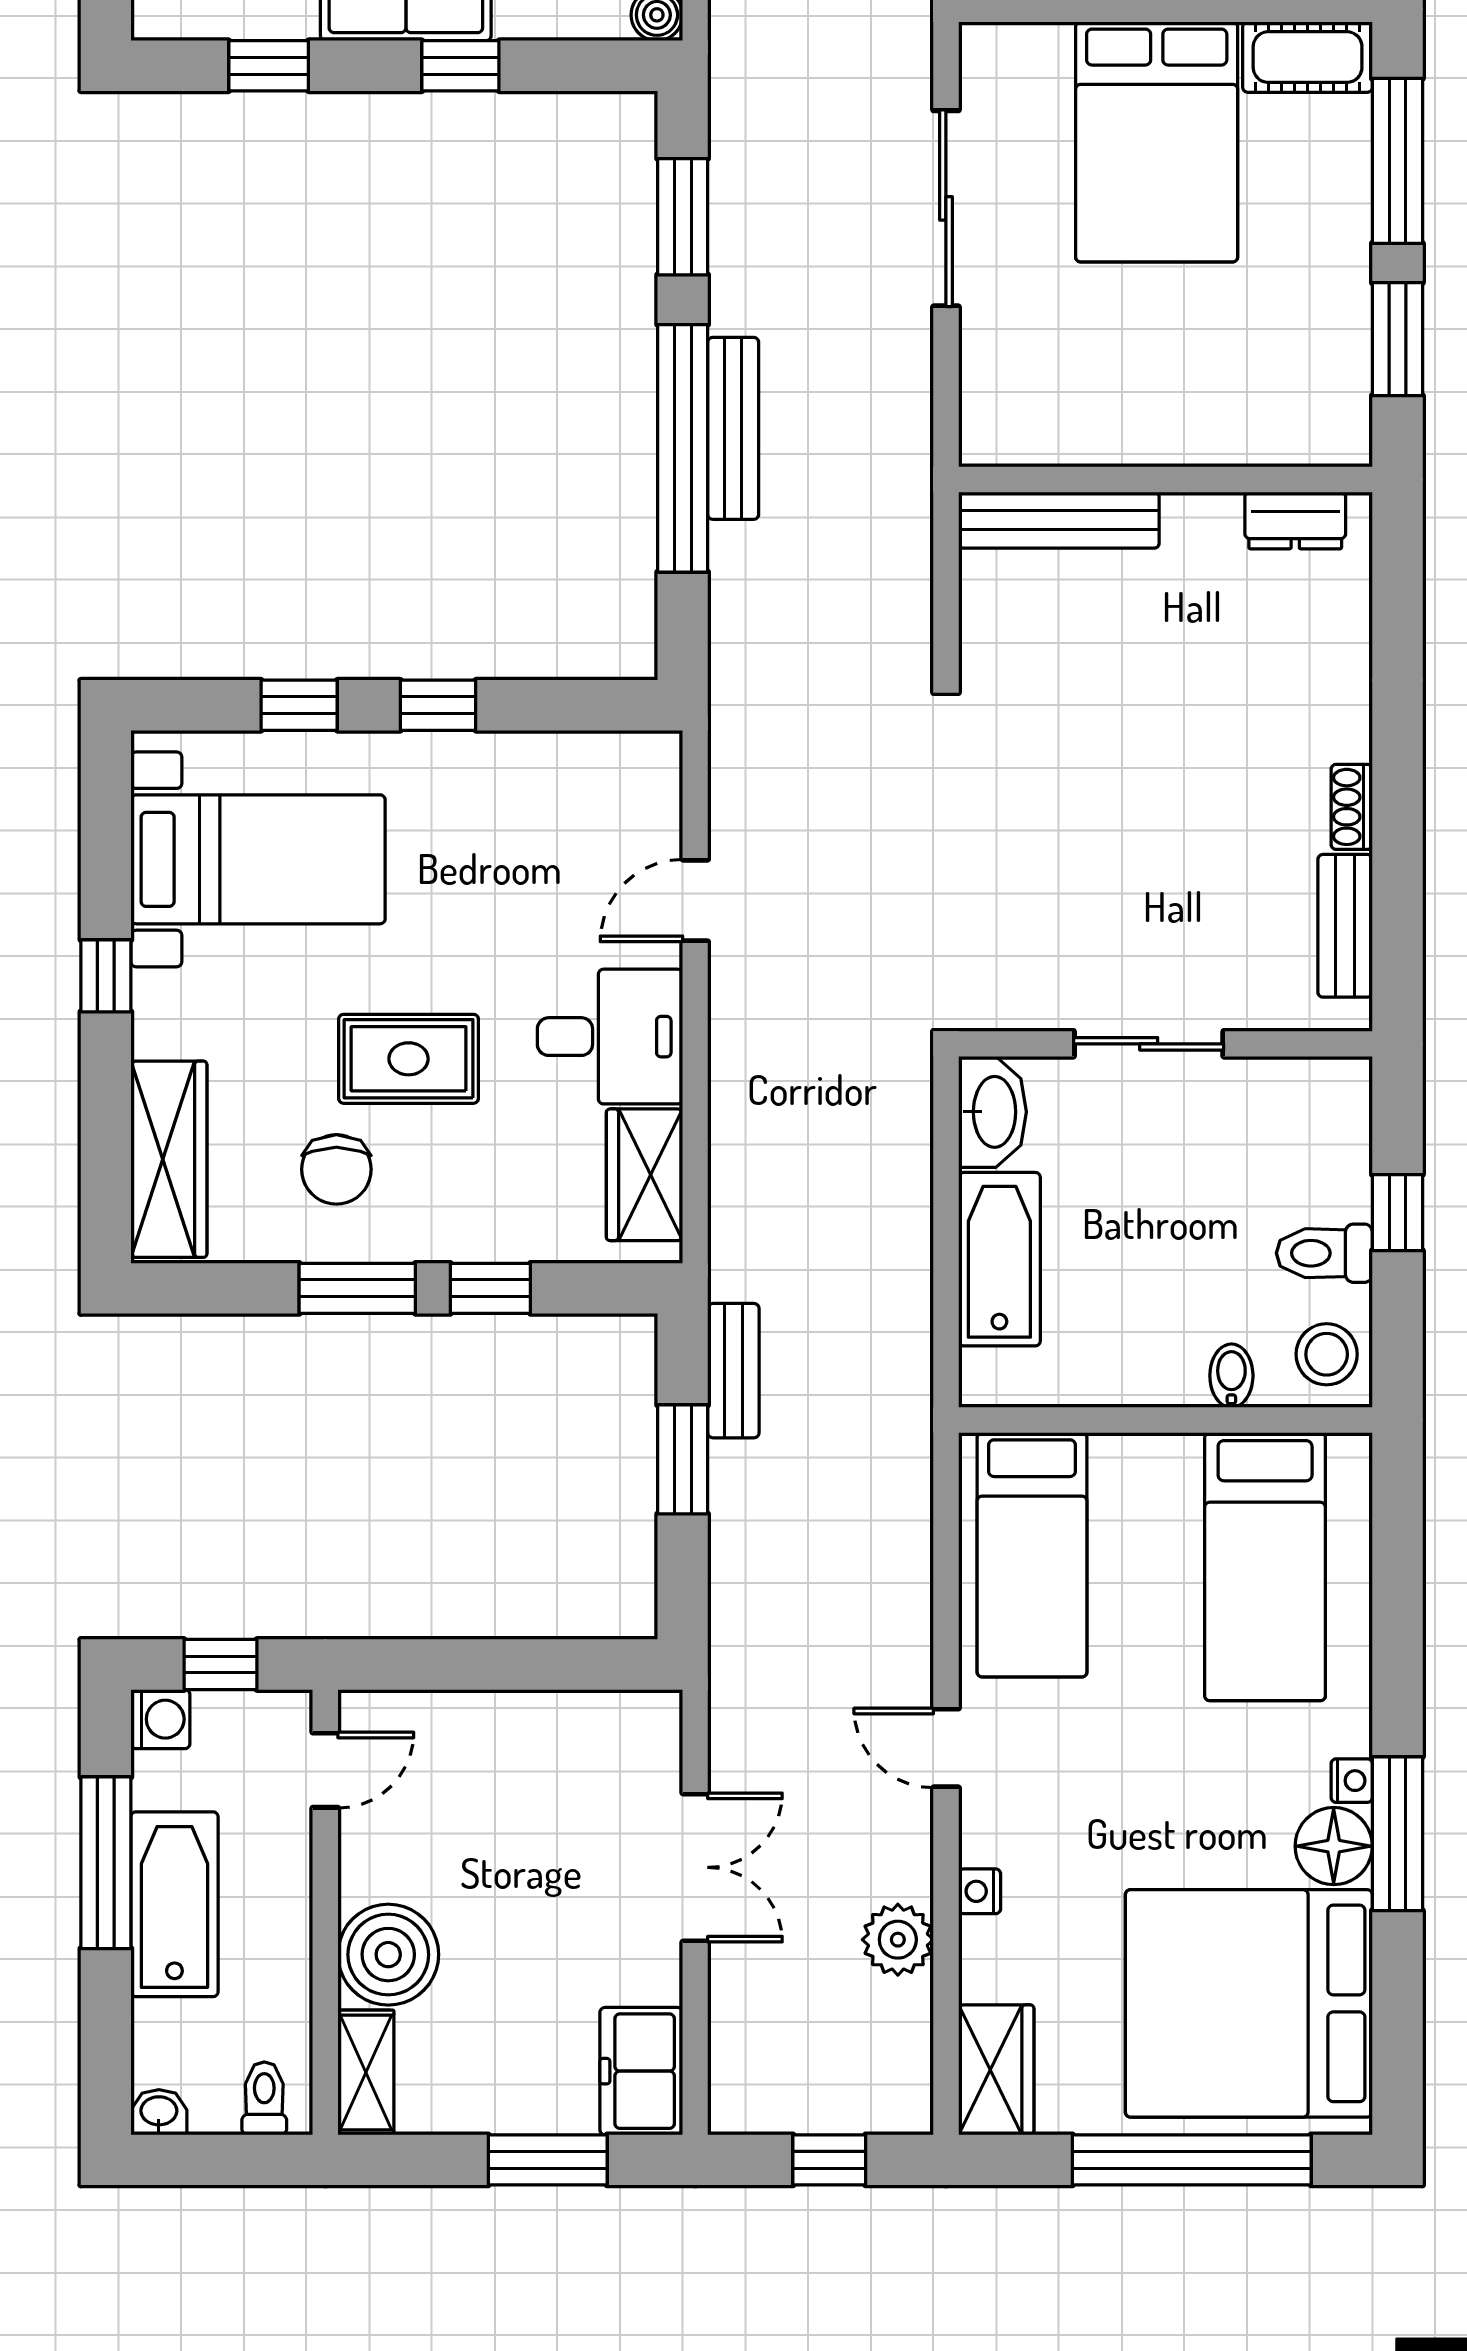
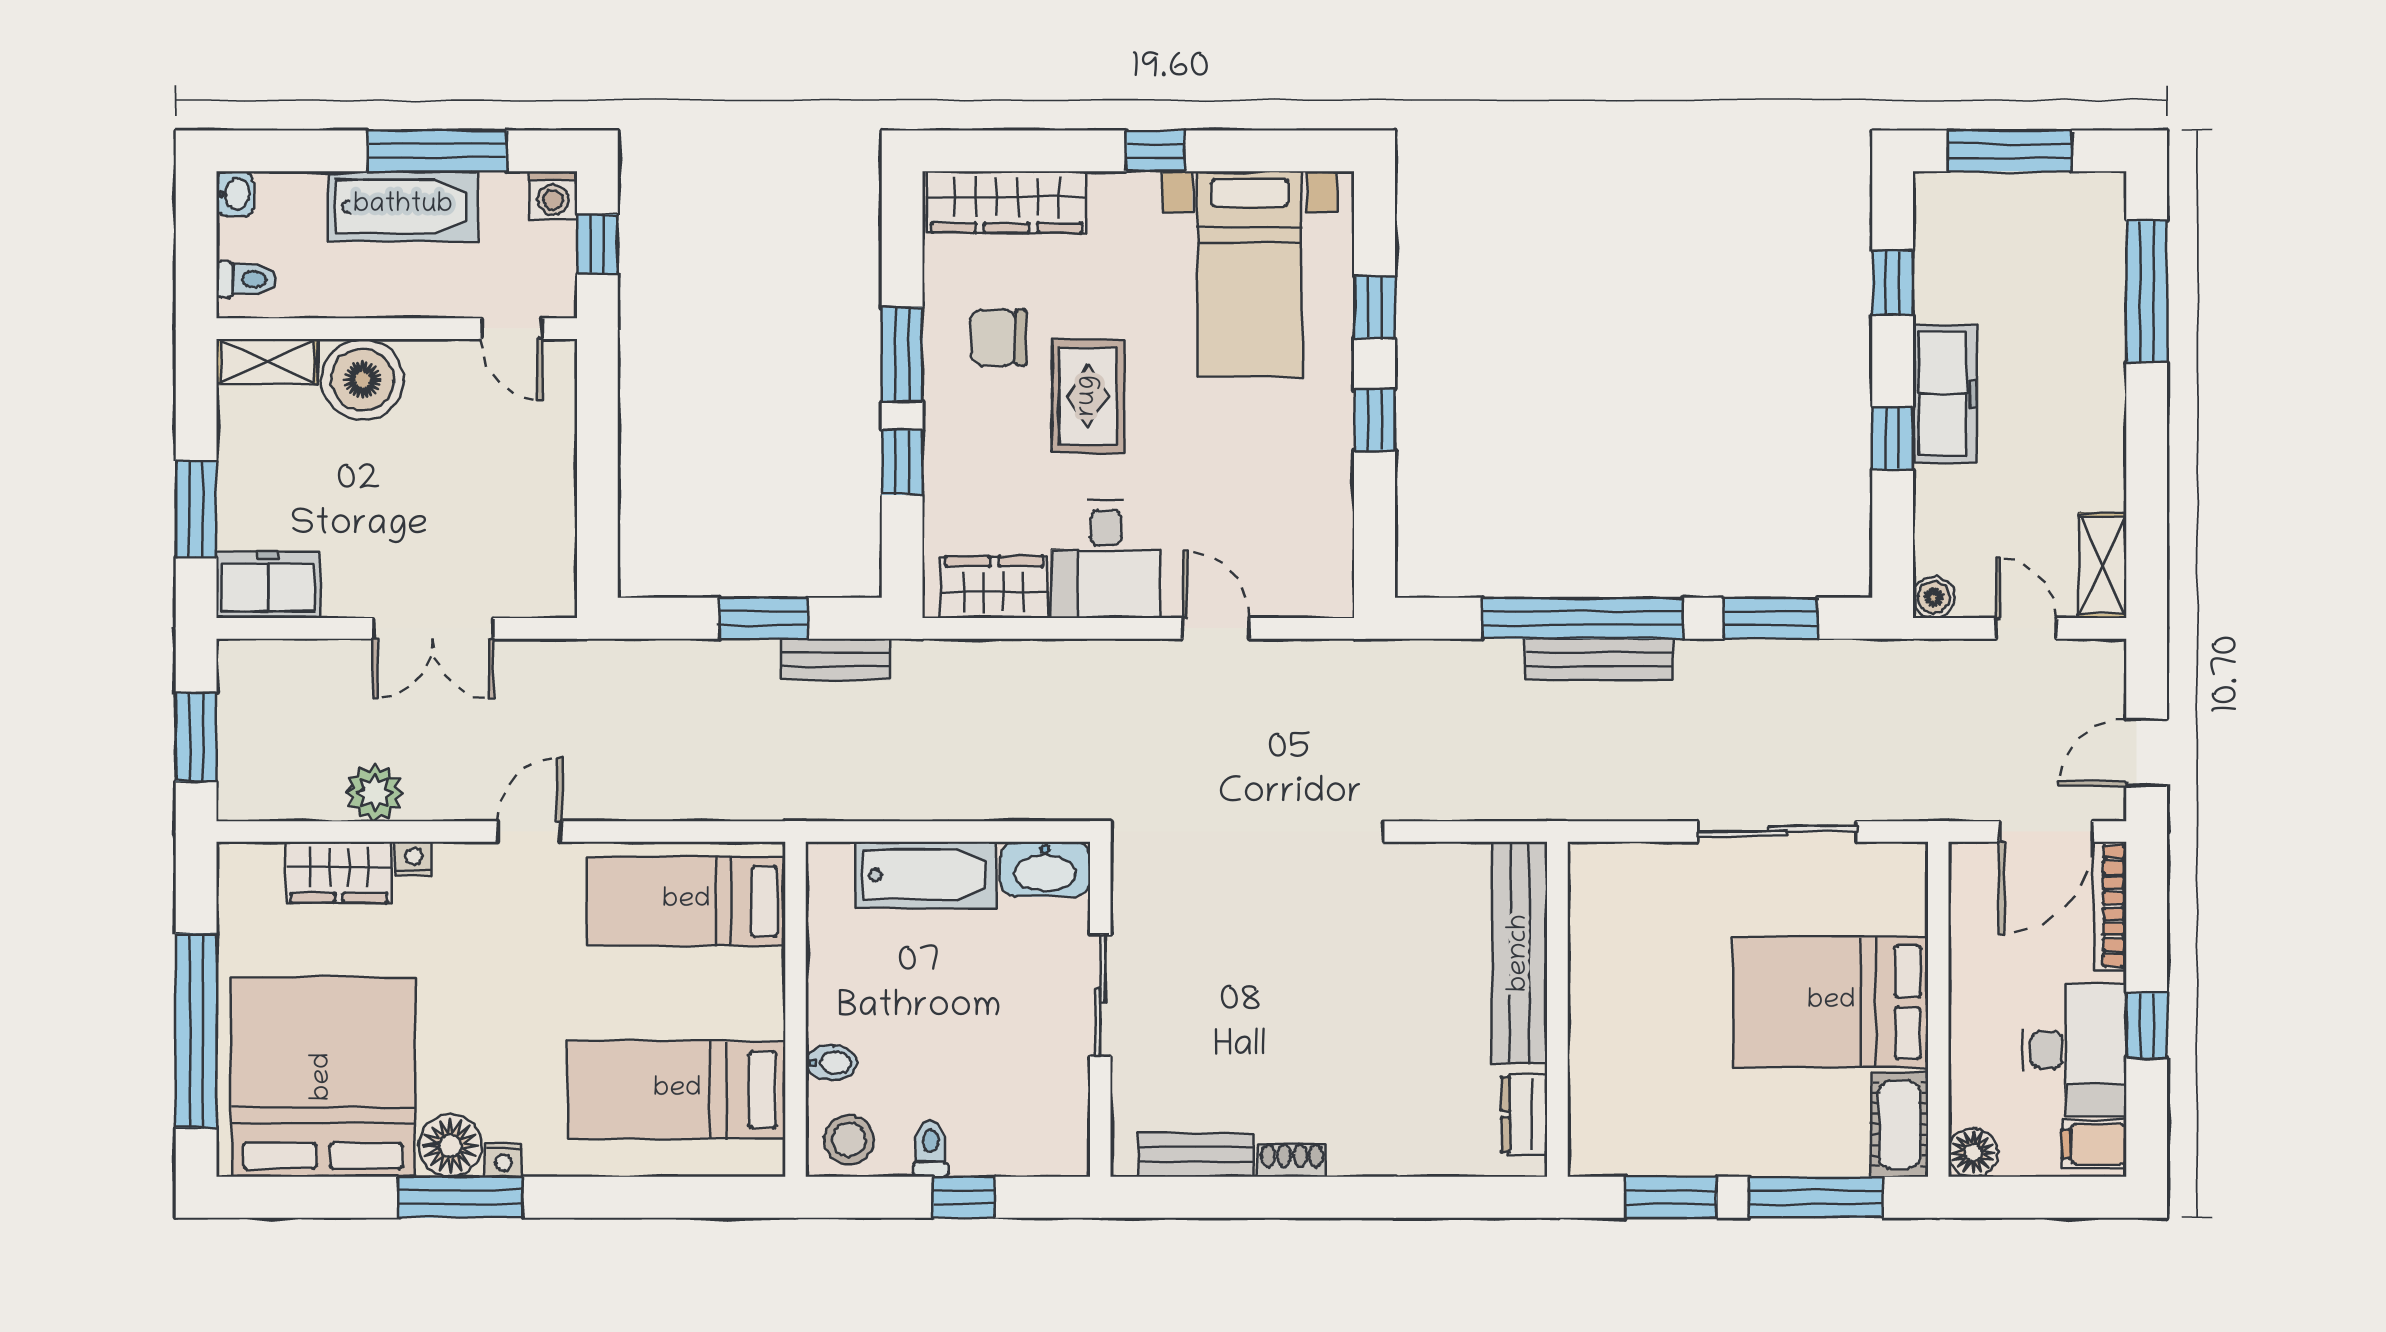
bench: (1059, 520) -> (1520, 953), width x1.37, depth x1.21
toilet: (1324, 1253) -> (931, 1149), width x0.73, depth x0.72
wardrobe: (996, 2070) -> (339, 872), moved
window: (829, 2160) -> (196, 737), width x1.50

